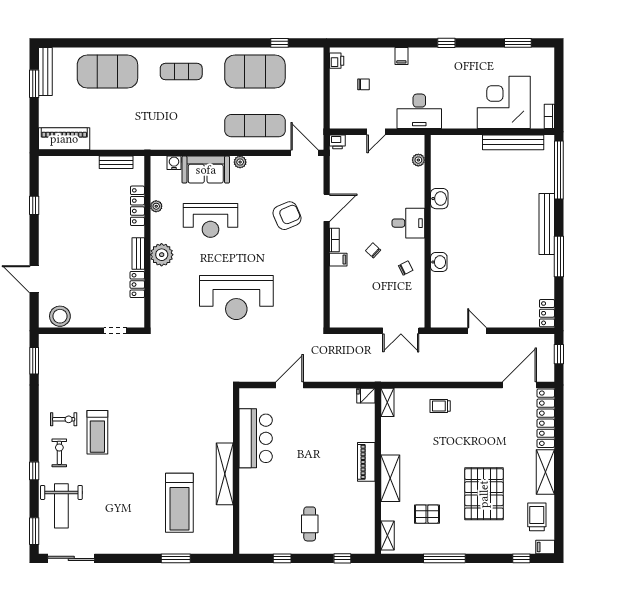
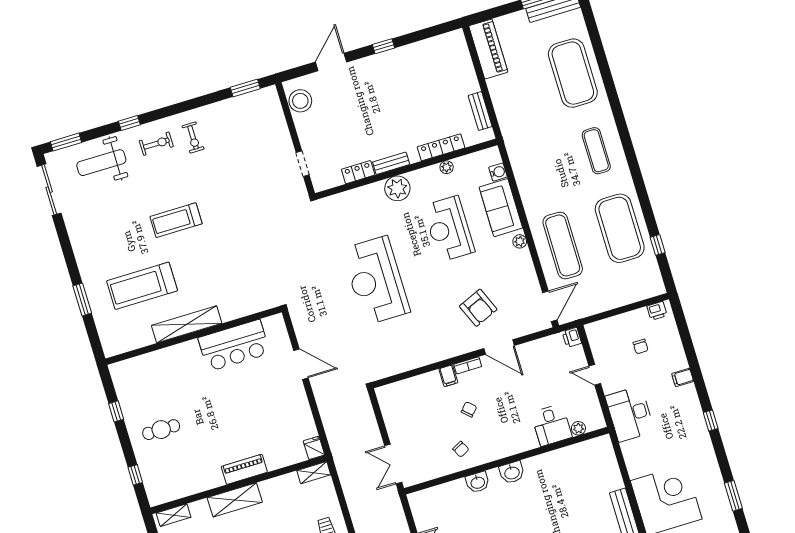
washbasin: (439, 199) -> (512, 472), moved
window: (34, 205) -> (383, 46), moved
desk: (408, 223) -> (552, 425), moved
treadmill: (97, 432) -> (176, 220), moved

